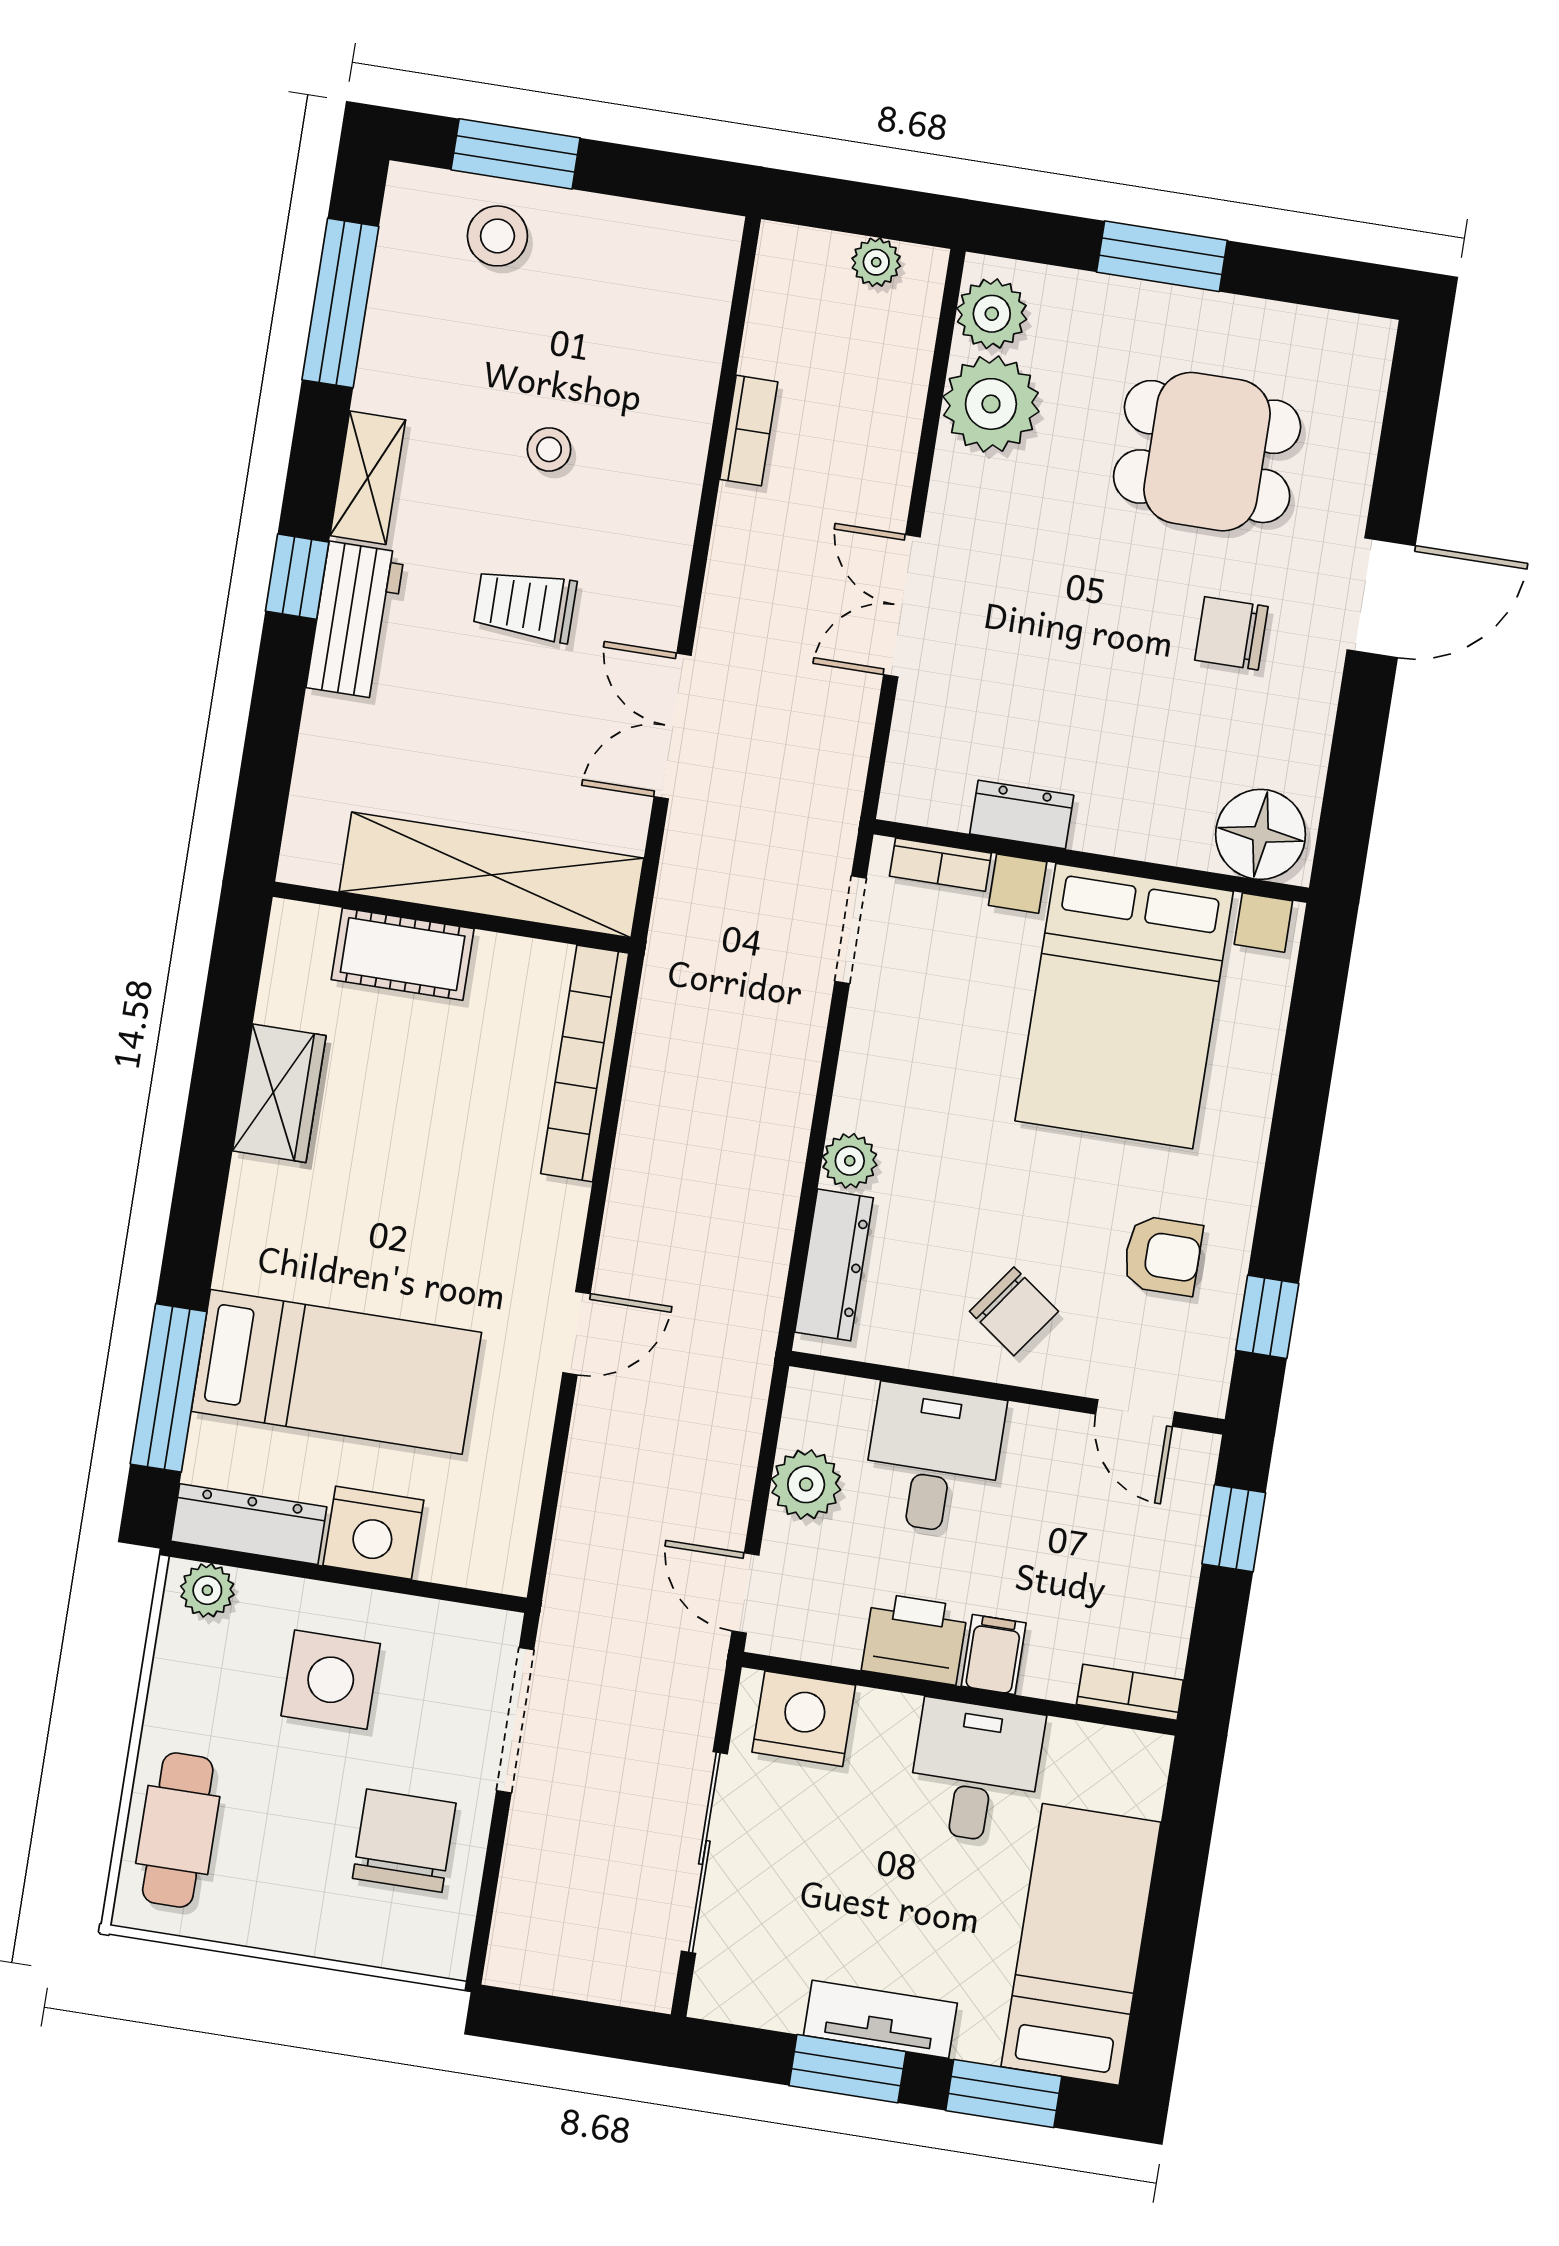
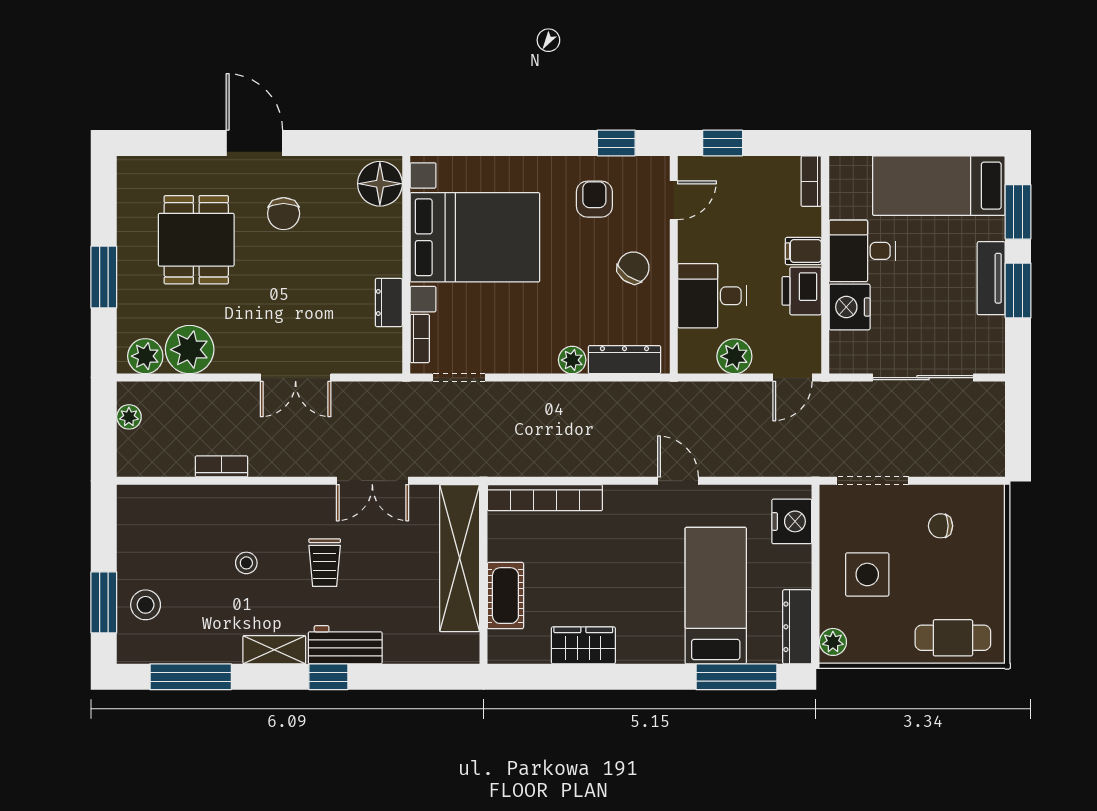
nightstand: (373, 1533) -> (792, 521), moved
nightstand: (804, 1719) -> (850, 307), moved
chair: (404, 1841) -> (941, 526), width x0.54, depth x0.54

